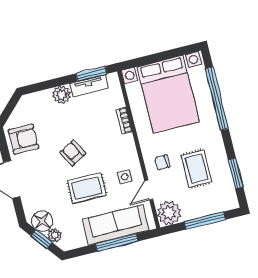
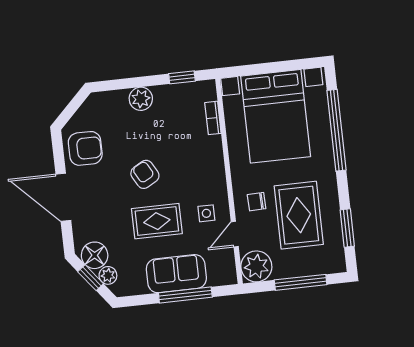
window: (91, 74) -> (182, 77), width x0.67
tv unit: (89, 86) -> (177, 92), removed
bookcase: (124, 121) -> (213, 118), moved
rug: (197, 169) -> (299, 215), width x1.36, depth x1.43
sofa: (116, 225) -> (176, 274), width x0.73

